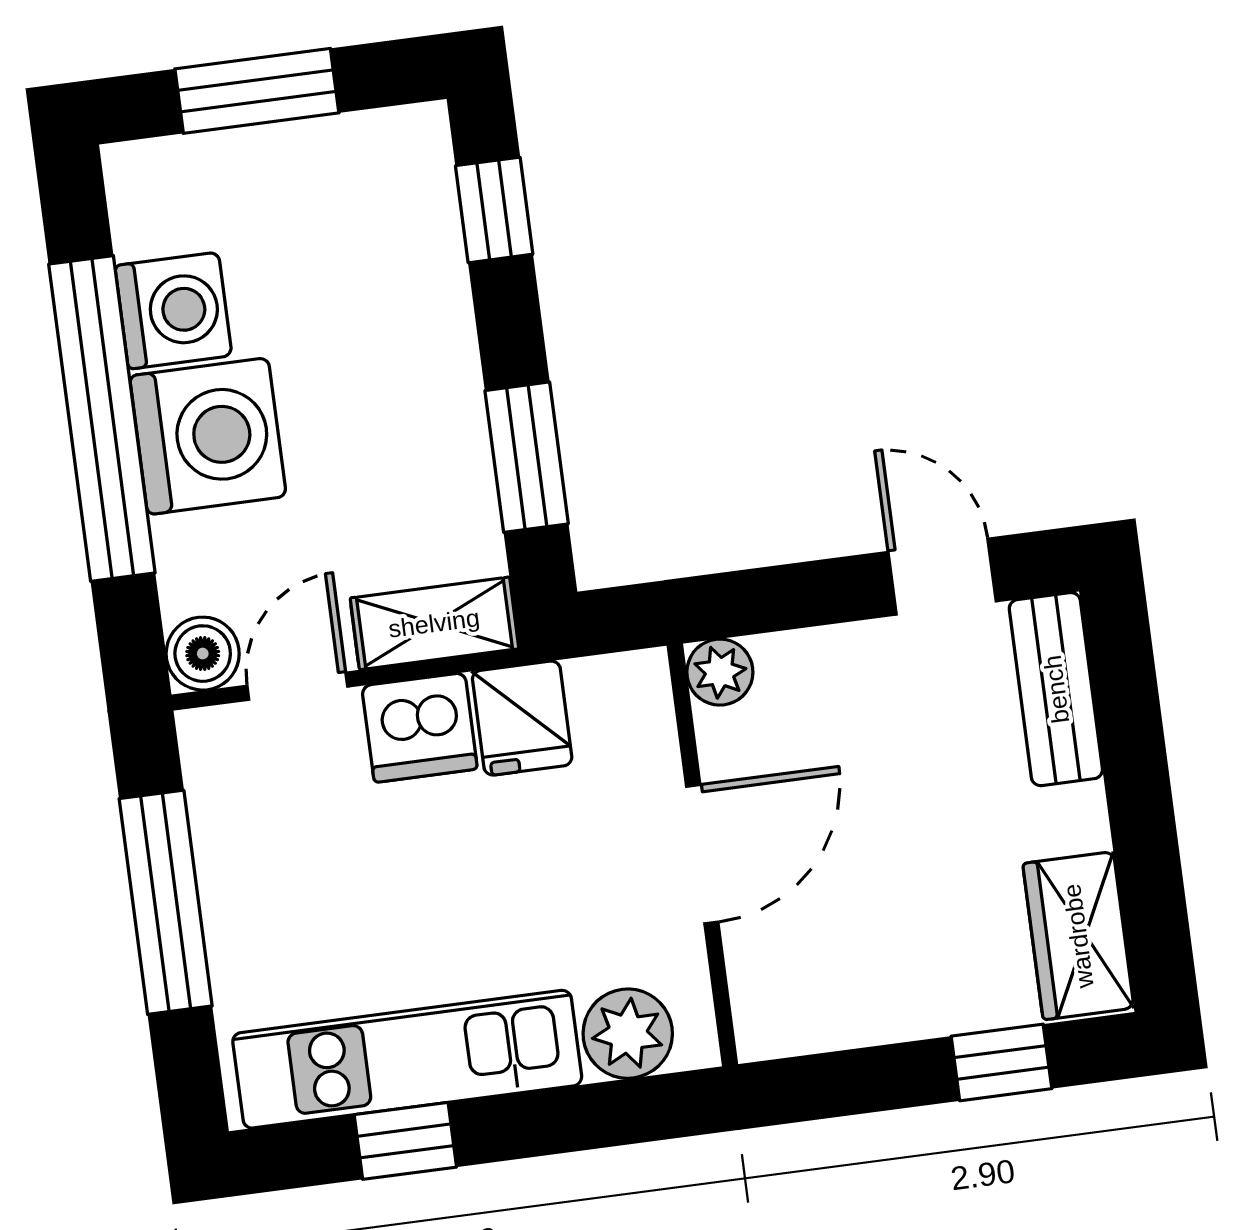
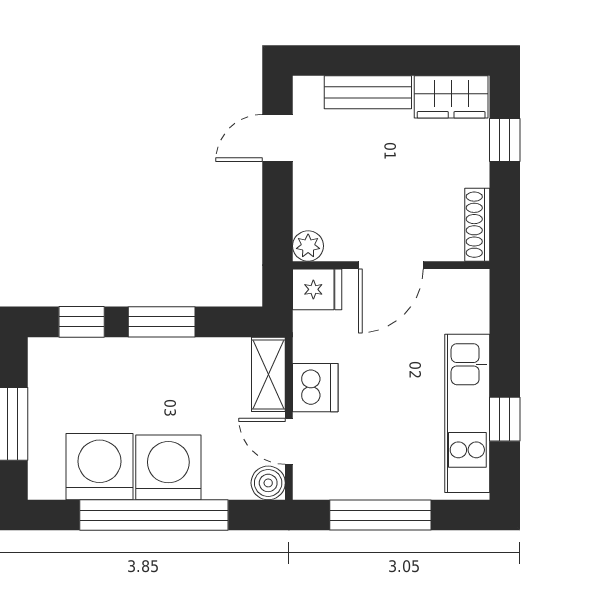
washing machine: (173, 311) -> (100, 467), width x1.37, depth x1.37
window: (527, 457) -> (162, 322), moved
bench: (1056, 689) -> (368, 92), moved
fridge: (522, 718) -> (317, 289), moved
door: (702, 854) -> (391, 265), swing flipped
shoe rack: (813, 1027) -> (477, 225), added
plant: (628, 1034) -> (469, 310), removed

